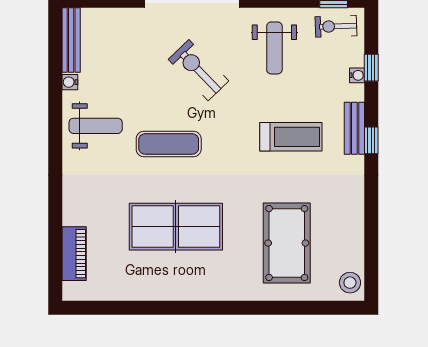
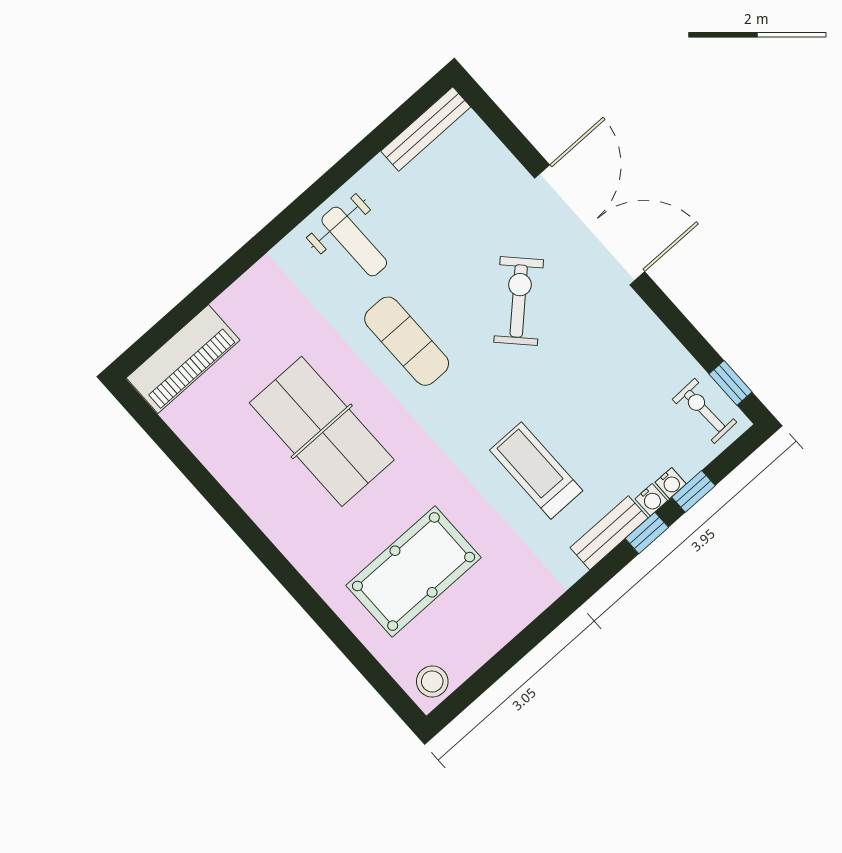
weight bench: (274, 48) -> (619, 364), removed
water cooler: (70, 82) -> (651, 500), moved, turned 180
treadmill: (291, 137) -> (536, 470), turned 180
window: (371, 140) -> (647, 533), moved
piano: (74, 254) -> (183, 359), width x1.37, depth x1.33

